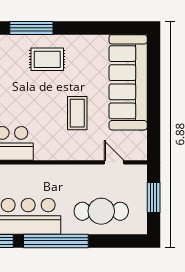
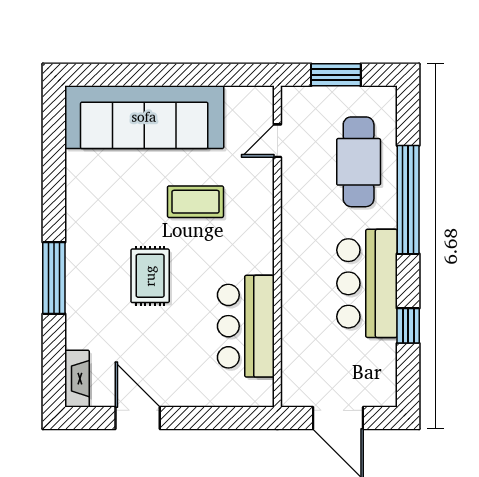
rug: (47, 59) -> (150, 276), moved
window: (56, 241) -> (408, 200), moved

